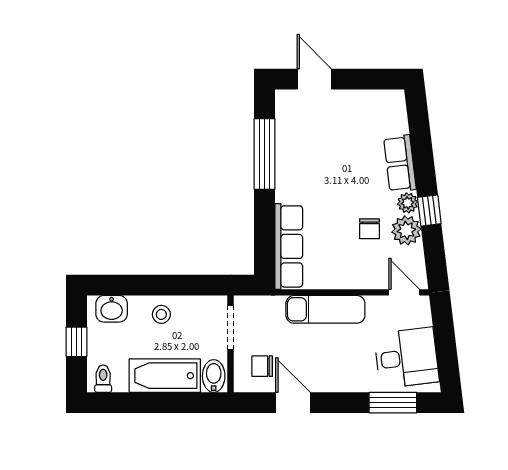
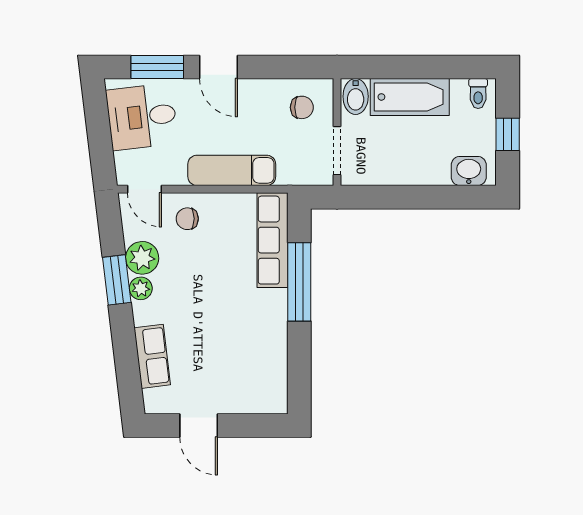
door: (314, 79) -> (199, 425), moved
window: (265, 154) -> (299, 282), moved
row of seats: (400, 163) -> (152, 356), moved
window: (429, 211) -> (117, 280), width x1.50
chair: (370, 229) -> (187, 219), moved, turned -90
stool: (161, 314) -> (414, 165), removed
door: (293, 403) -> (219, 67), moved

